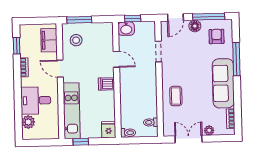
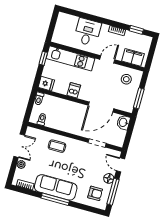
window: (133, 18) -> (130, 130), removed
window: (79, 20) -> (139, 98), moved
door: (116, 59) -> (101, 107), width x1.87
window: (236, 59) -> (55, 199), moved
dishwasher: (106, 84) -> (74, 90), moved
plant: (28, 122) -> (72, 21), removed

